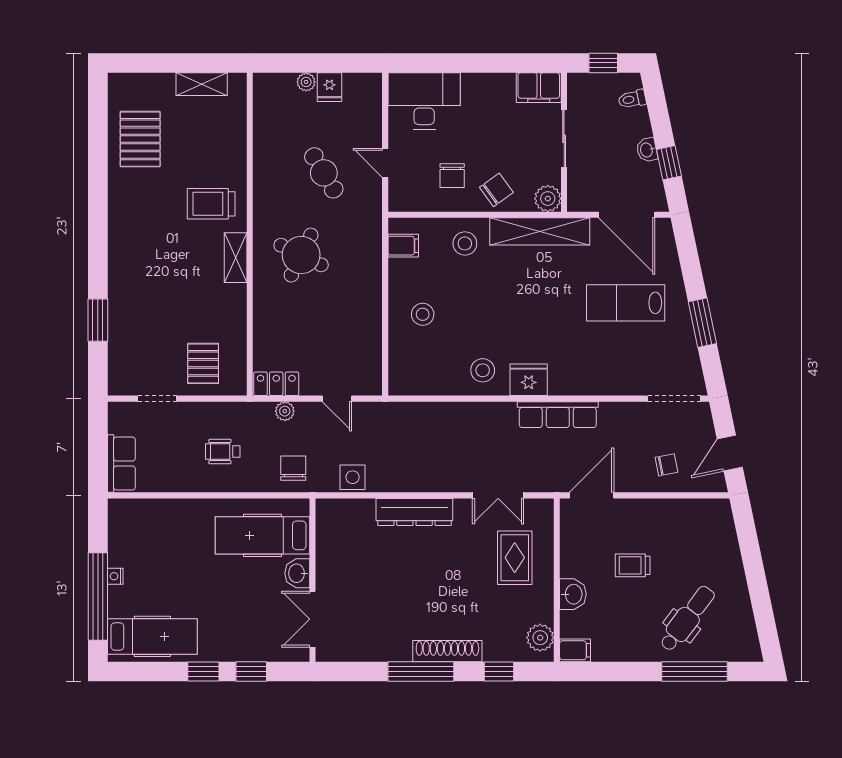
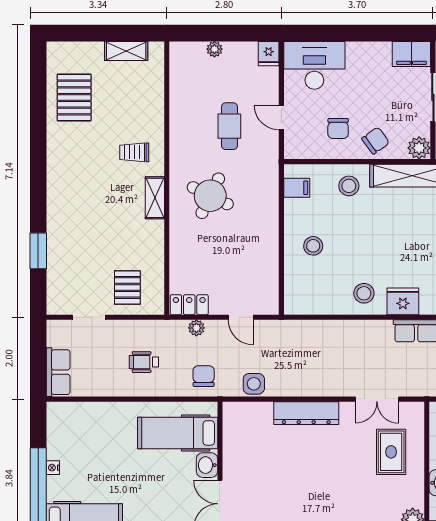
fridge: (329, 87) -> (269, 54), moved
cafe table: (324, 173) -> (229, 126), turned 31
trolley: (211, 204) -> (134, 152), width x0.73, depth x0.72

